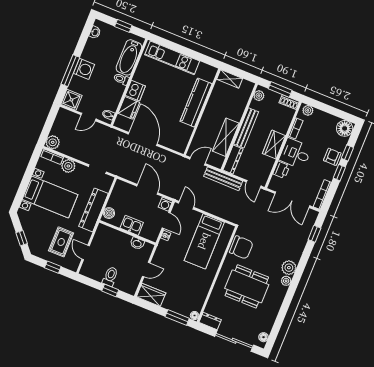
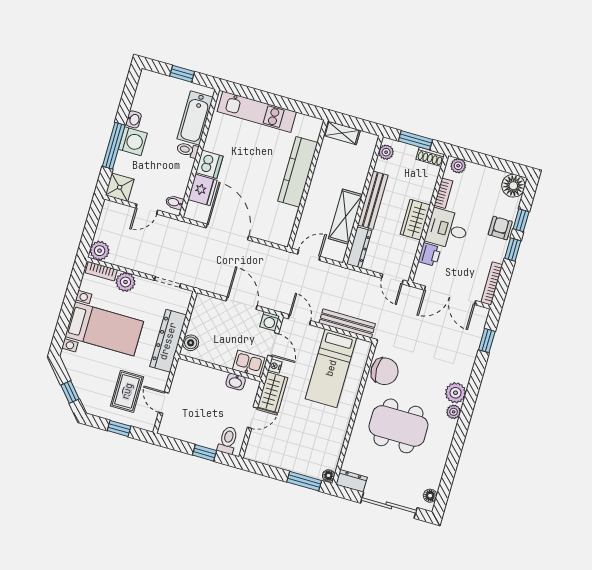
washbasin: (95, 32) -> (134, 119), moved
bench: (223, 179) -> (347, 323), moved
kitchen sink: (132, 225) -> (249, 364), moved
toilet: (110, 276) -> (228, 440), moved
wardrobe: (151, 295) -> (273, 392), moved, turned 90

